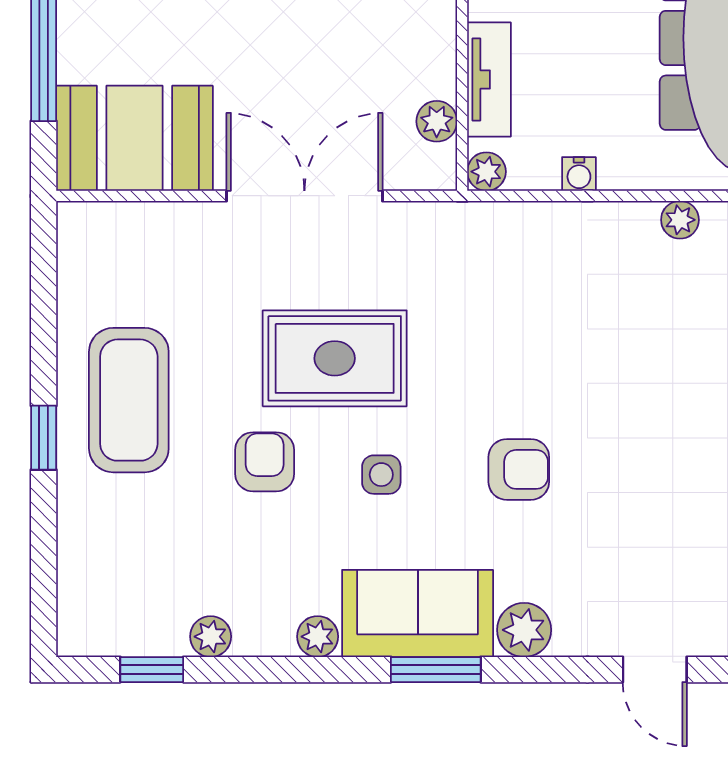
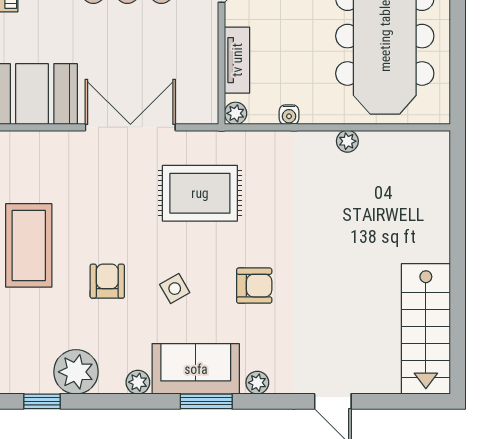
plant: (437, 121) -> (207, 84), removed
rug: (335, 358) -> (200, 193), moved
side table: (381, 475) -> (175, 289), turned -30
plant: (524, 630) -> (257, 383), width x0.73, depth x0.73
plant: (211, 637) -> (76, 372), width x1.88, depth x1.88

